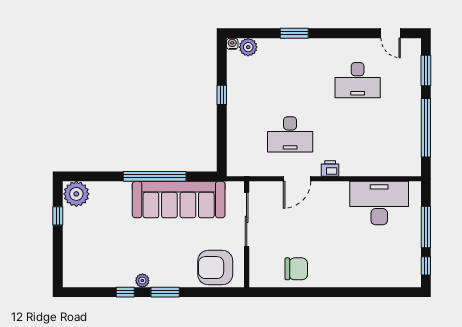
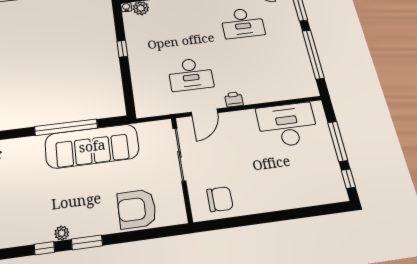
sliding door: (247, 219) -> (179, 154), moved
wall: (247, 234) -> (182, 169), moved

